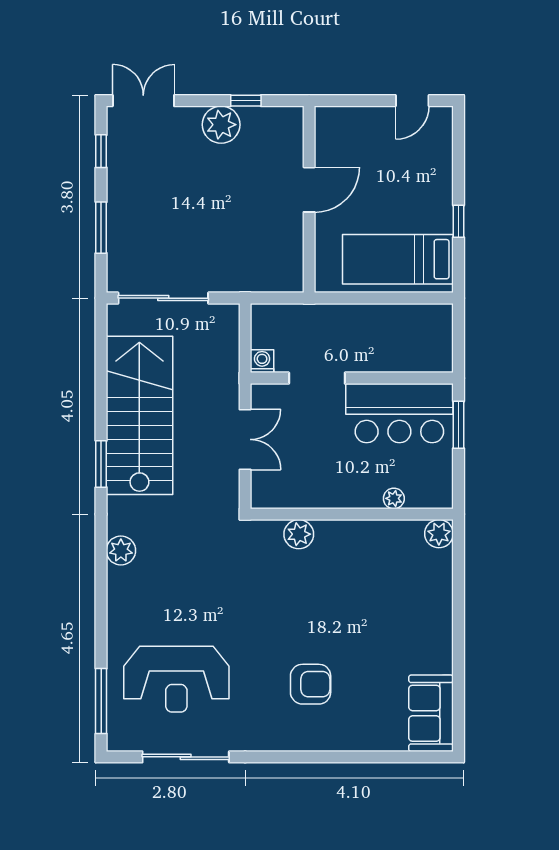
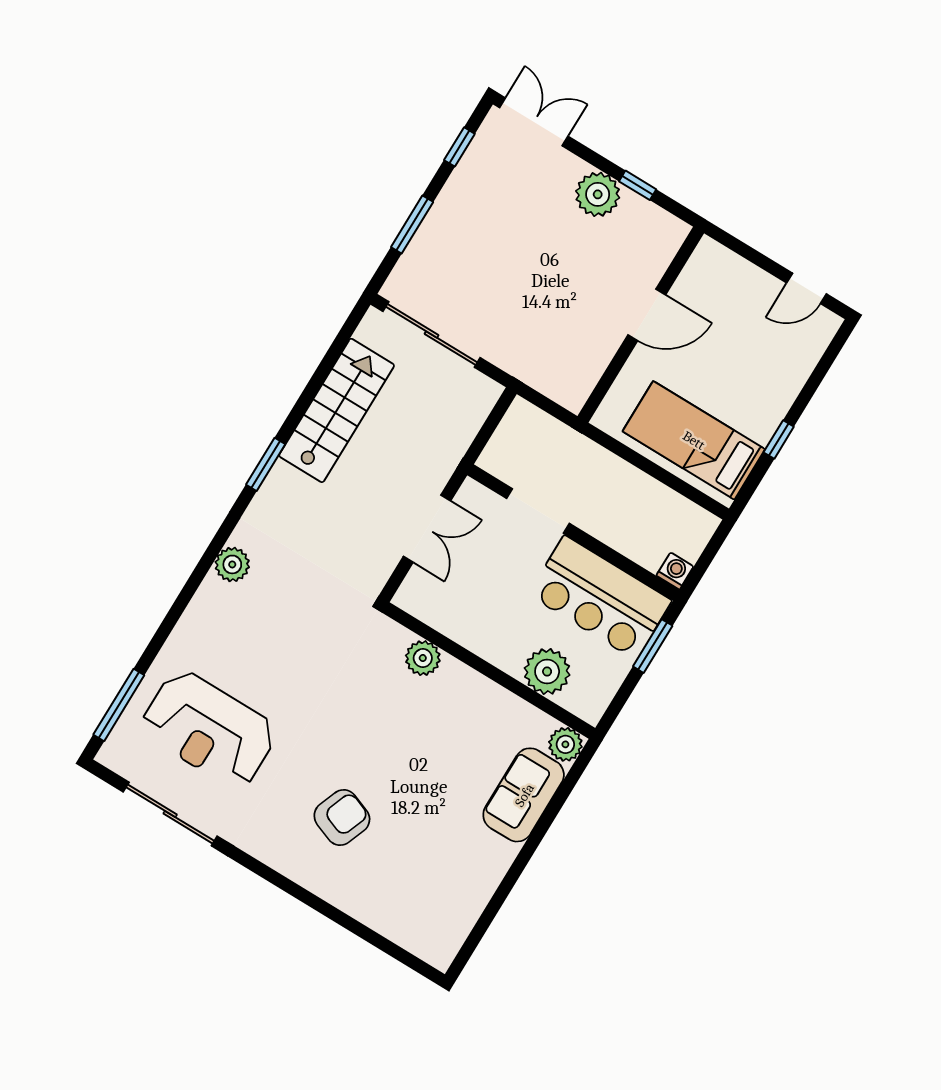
washing machine: (262, 361) -> (675, 571), moved
stairs: (139, 415) -> (337, 410), width x0.73, depth x0.66
plant: (394, 498) -> (547, 672), width x1.88, depth x1.88
armchair: (311, 684) -> (342, 818), turned -69
sofa: (431, 713) -> (524, 795), moved

